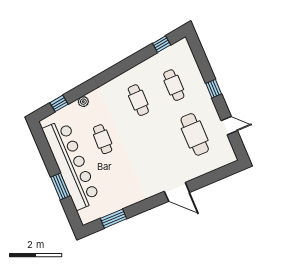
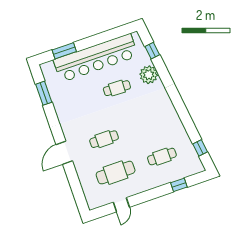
window: (214, 89) -> (179, 185), moved
cafe table: (138, 100) -> (104, 139), moved
plant: (83, 102) -> (149, 75), width x1.87, depth x1.87
window: (60, 186) -> (64, 51), moved

